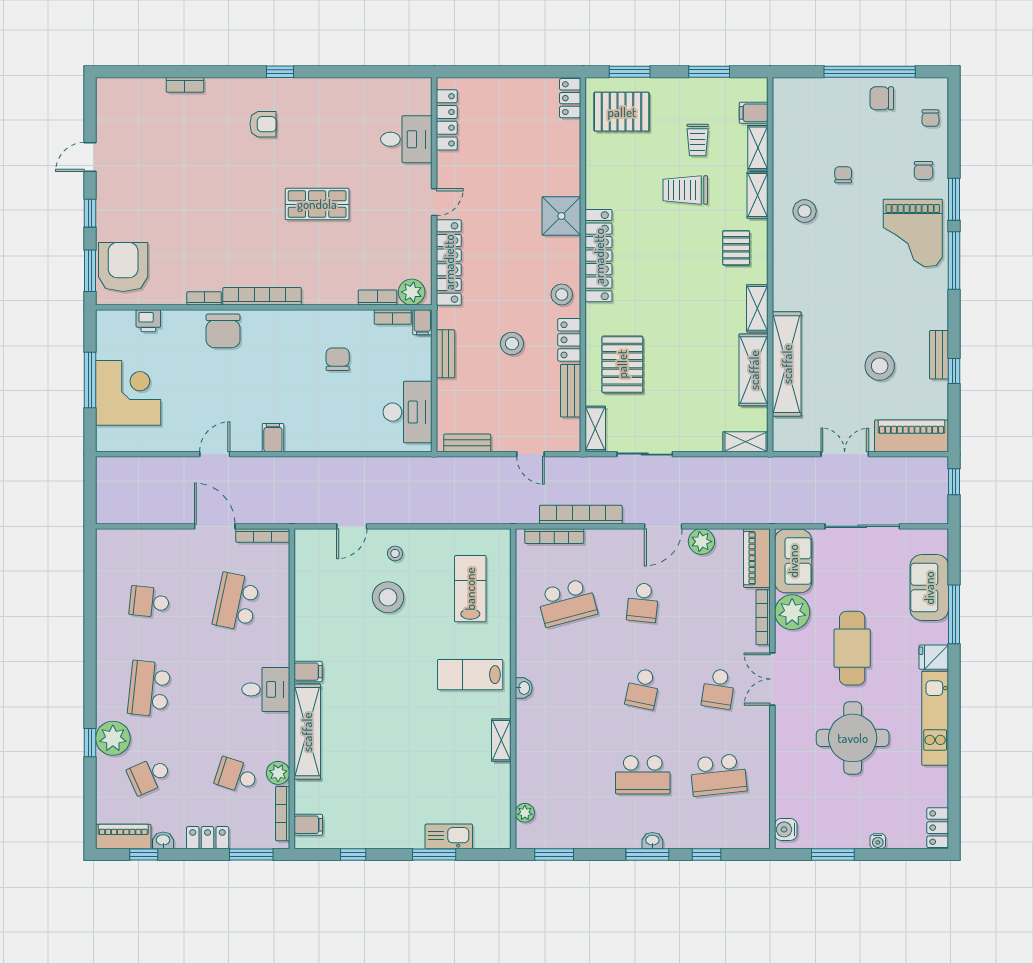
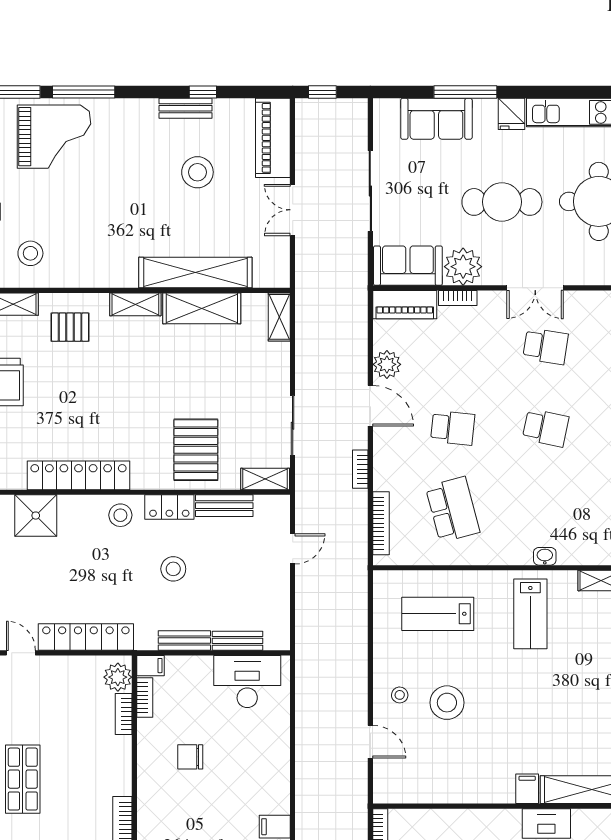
pallet: (622, 364) -> (196, 450), turned 90
bench: (467, 443) -> (237, 641), moved, turned 90
bookcase: (581, 515) -> (360, 469), width x0.43, depth x0.76
bookcase: (763, 617) -> (458, 298), width x0.64

